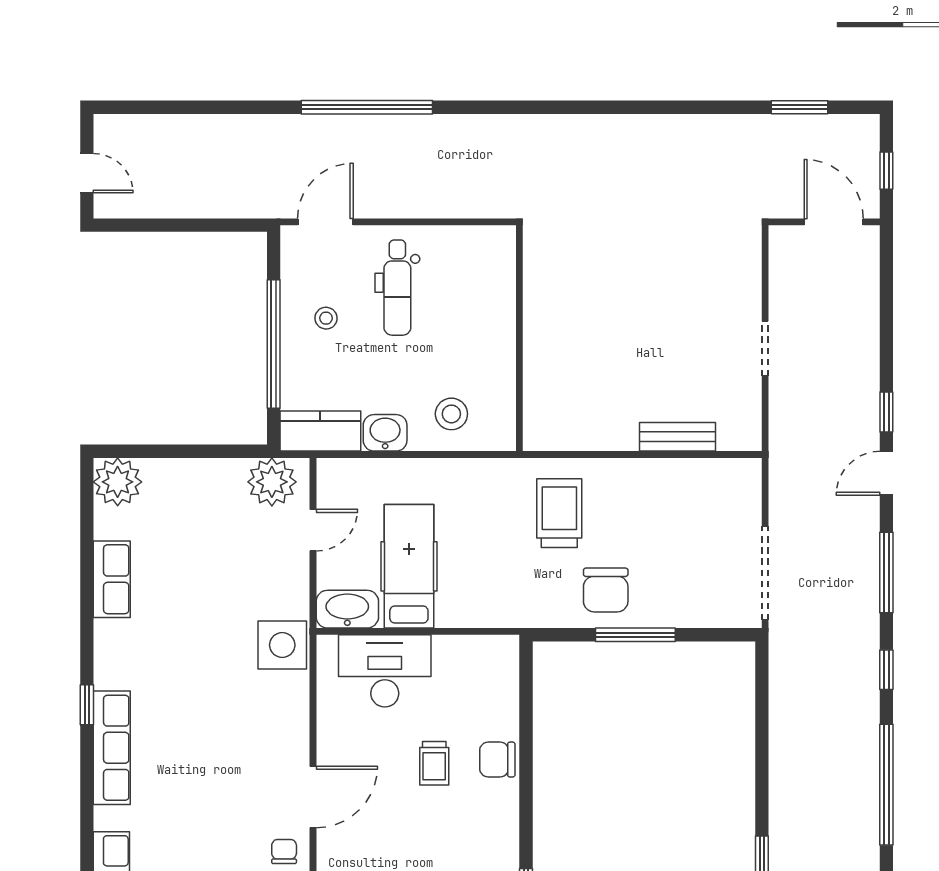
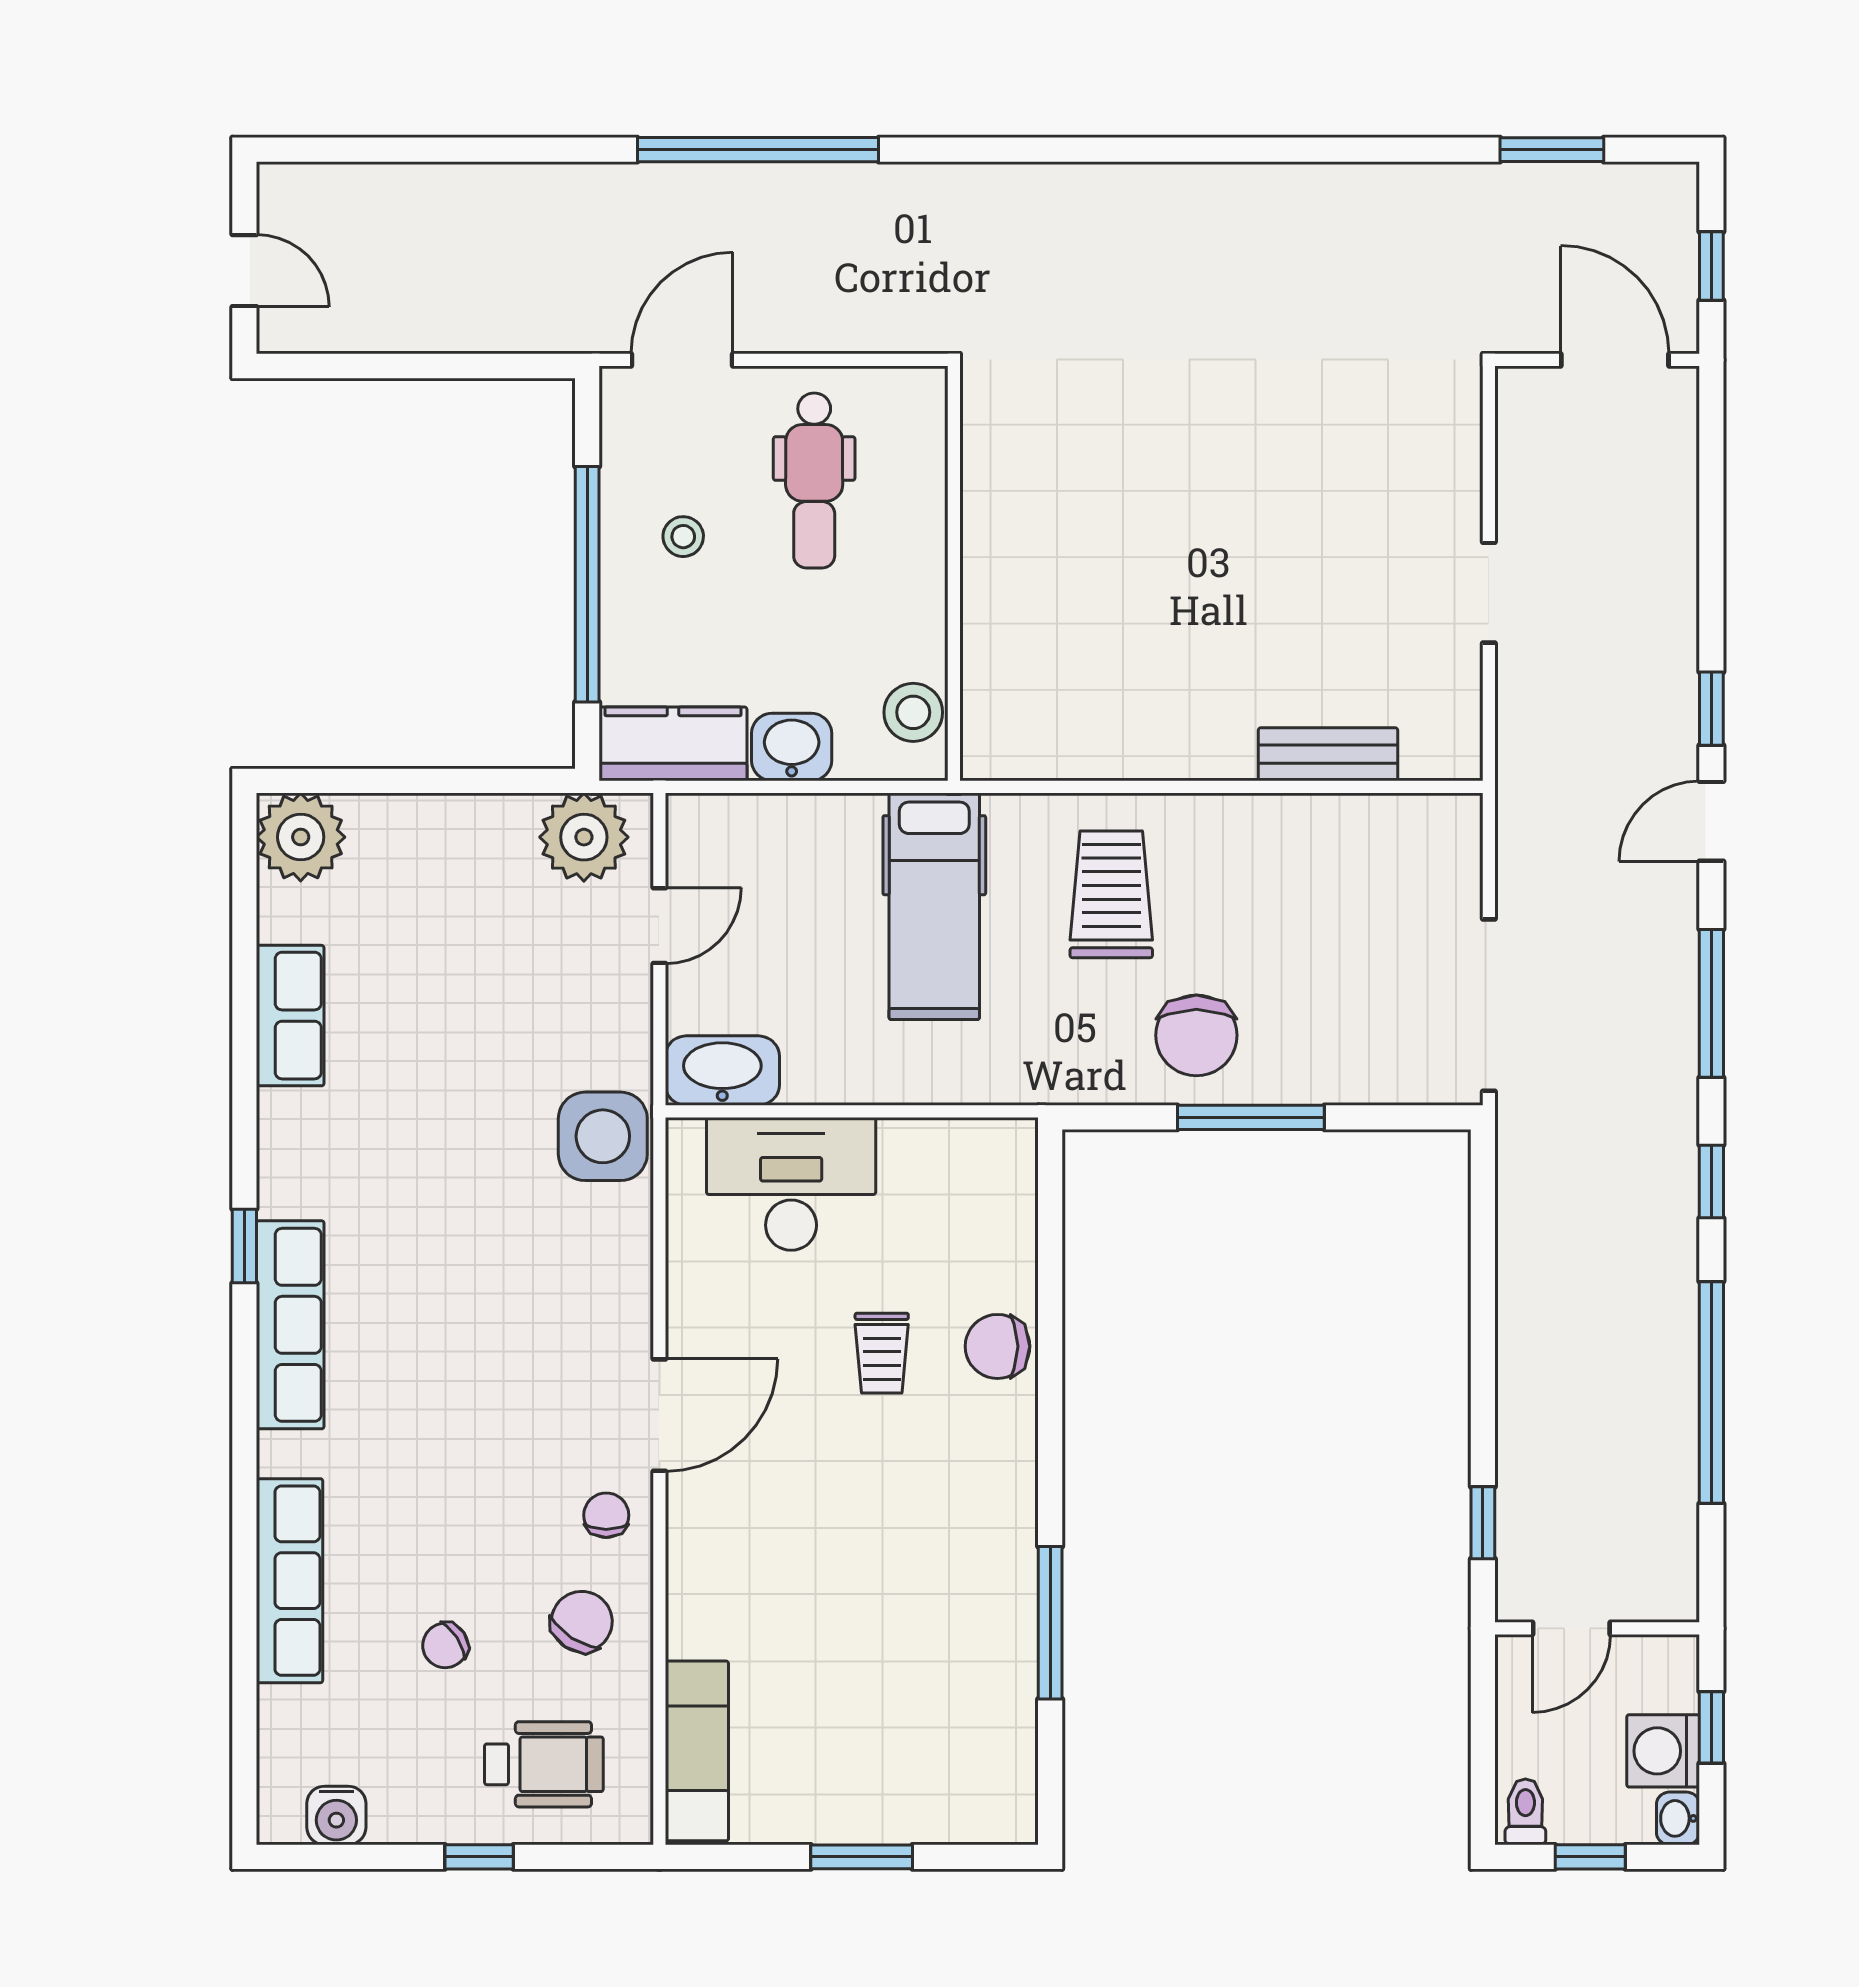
wall: (519, 338) -> (954, 573), moved
hospital bed: (409, 566) -> (934, 906), moved, turned 180

